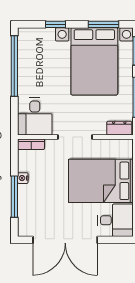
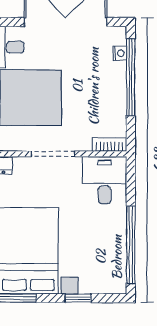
nightstand: (23, 178) -> (120, 53), moved
window: (14, 197) -> (131, 77), width x1.46

